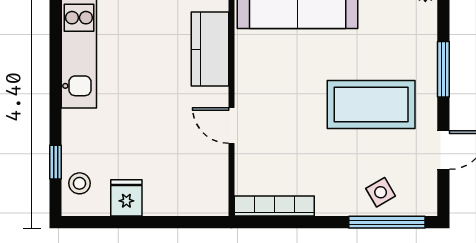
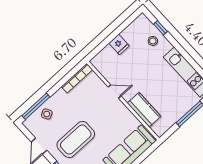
stool: (80, 183) -> (153, 41), moved
fridge: (126, 198) -> (119, 44), moved

